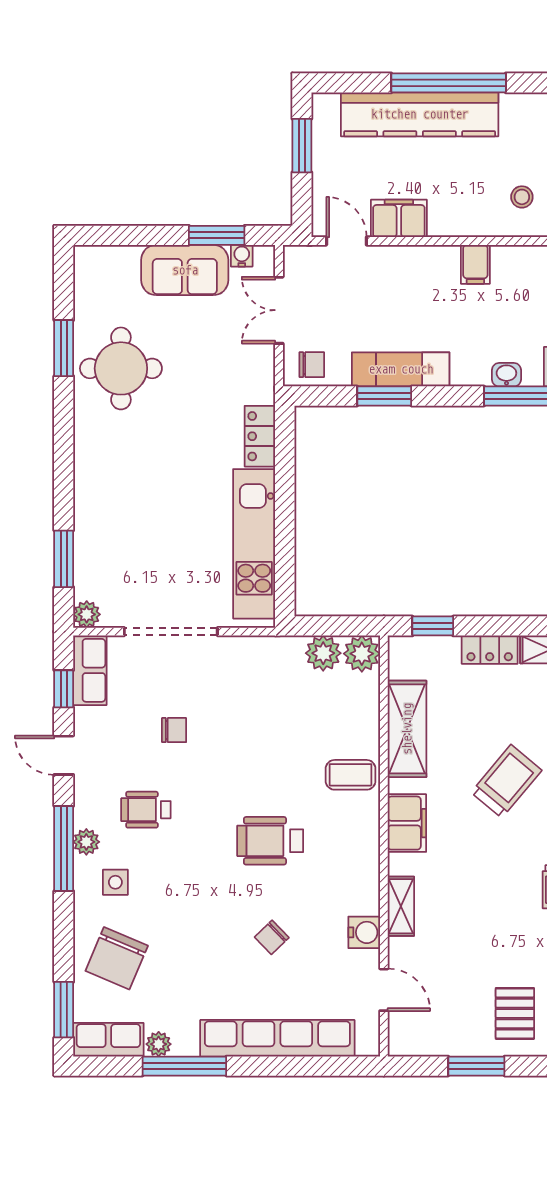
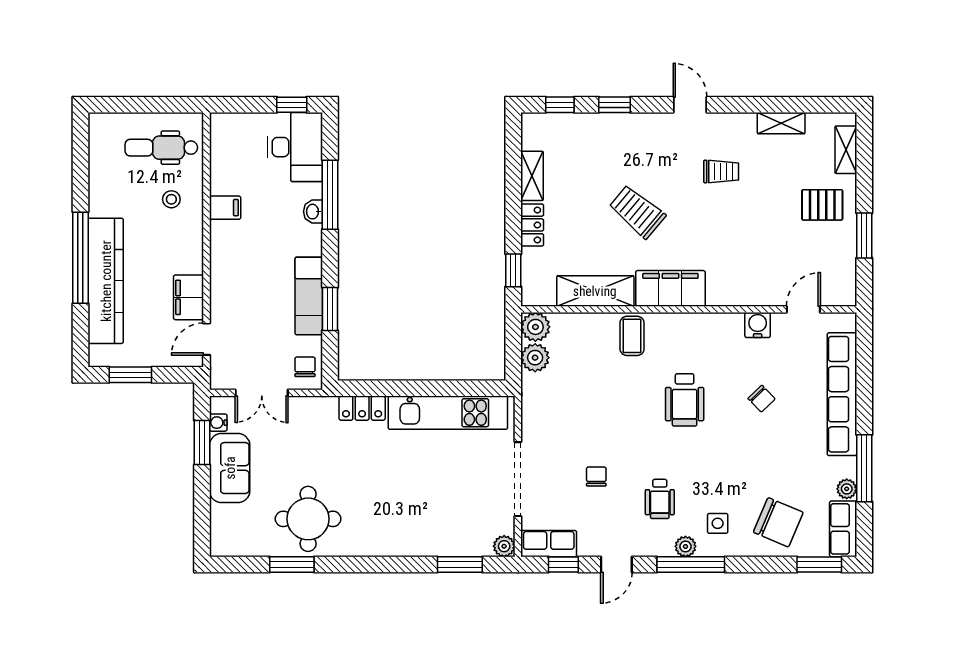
filing cabinet: (475, 264) -> (225, 208), moved
filing cabinet: (407, 823) -> (670, 288), width x1.50, depth x1.17
shelving: (401, 906) -> (737, 296), removed

